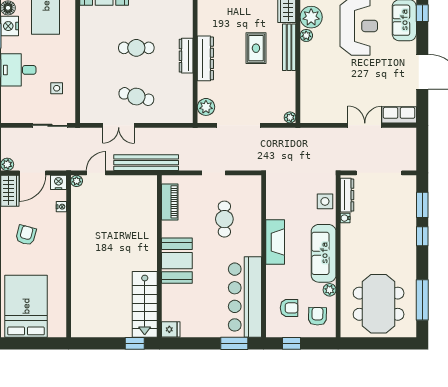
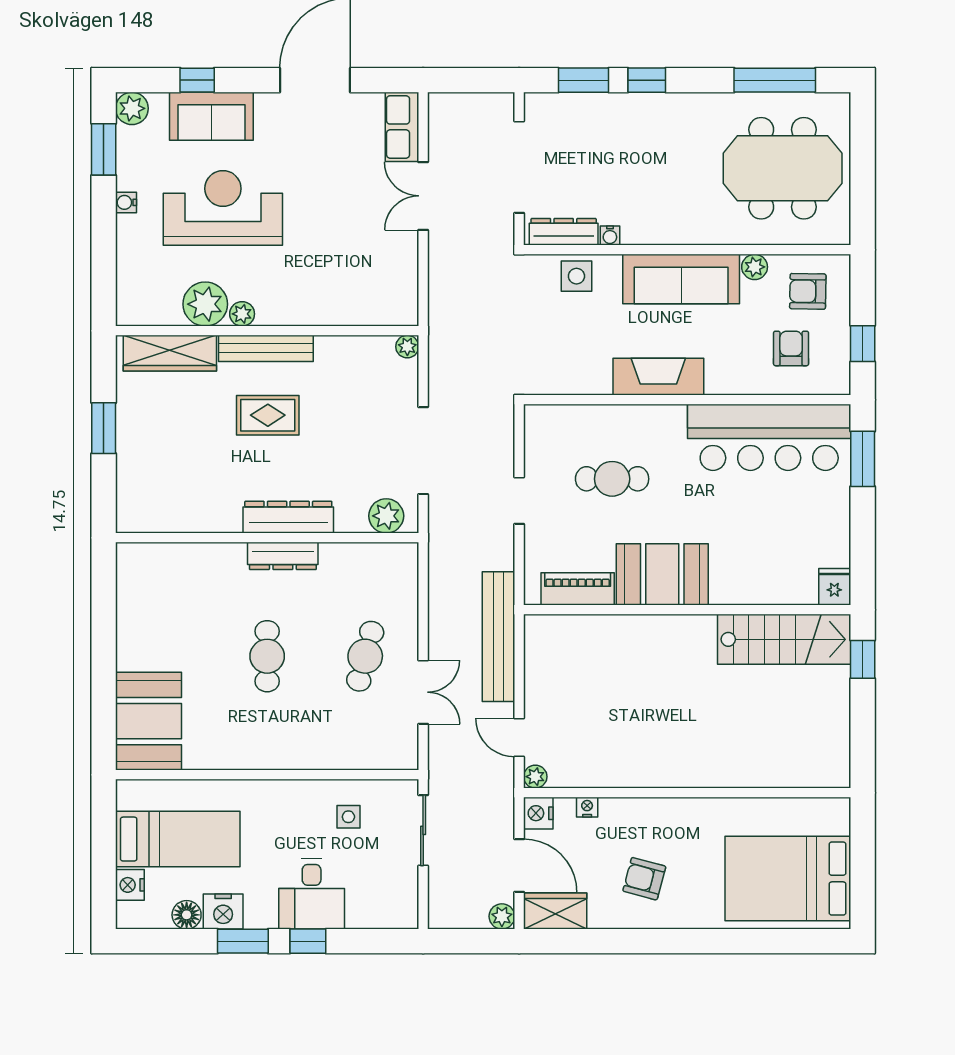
booth: (177, 261) -> (662, 574), moved

